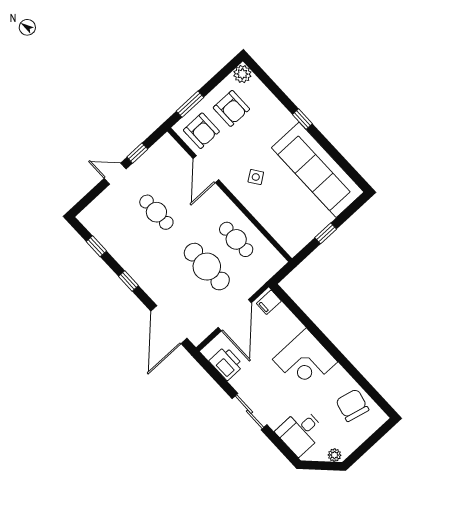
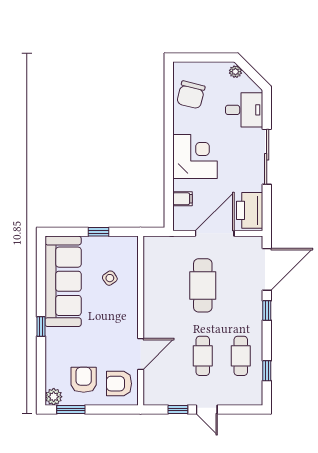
window: (190, 104) -> (71, 409), moved
armchair: (201, 131) -> (119, 384), turned -90
side table: (256, 177) -> (110, 278), moved
cafe table: (236, 239) -> (241, 356), moved
window: (128, 281) -> (267, 310), moved
filing cabinet: (269, 302) -> (183, 199), moved
printer: (226, 363) -> (250, 210), width x1.37, depth x1.19
sliding door: (249, 412) -> (267, 157), width x1.37

